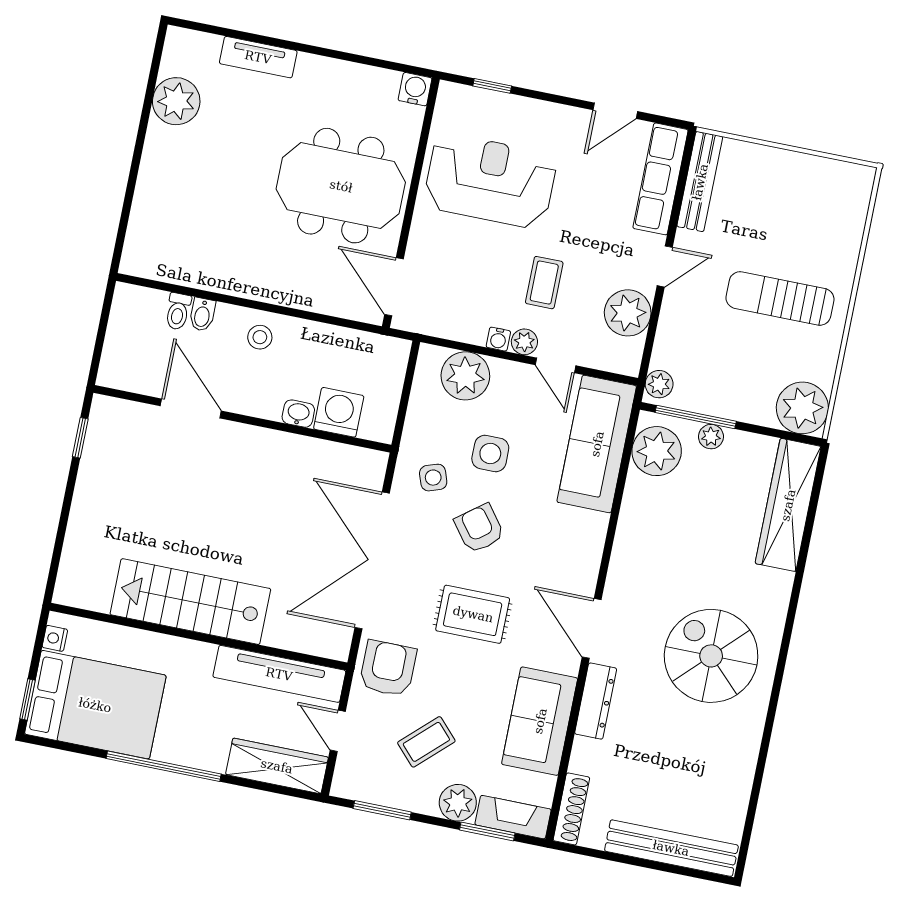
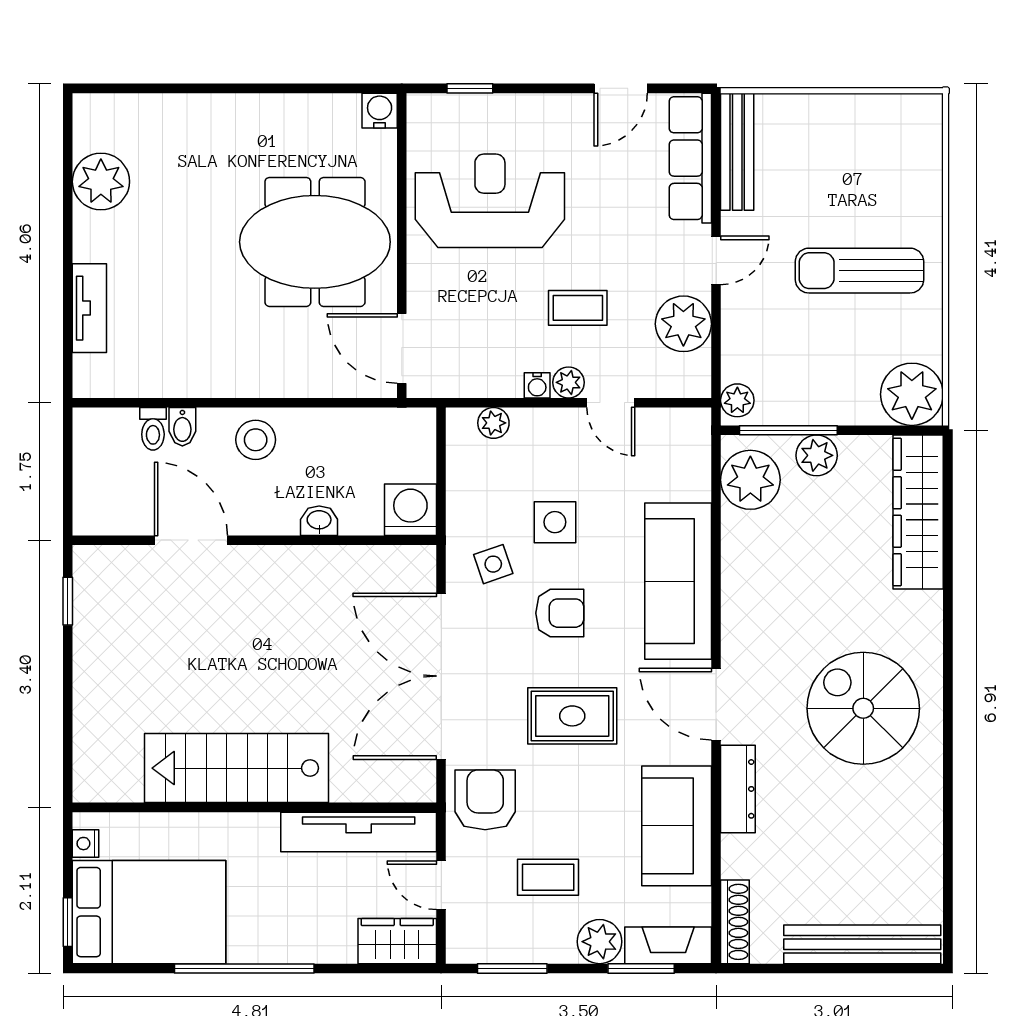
tv unit: (258, 57) -> (89, 308), moved, turned -90
coffee table: (544, 283) -> (578, 308), turned 90
stool: (260, 337) -> (256, 440), width x1.37, depth x1.37
plant: (465, 376) -> (493, 423), width x0.53, depth x0.53
washing machine: (339, 412) -> (410, 510), moved
plant: (711, 437) -> (817, 455), width x1.38, depth x1.38
sofa: (597, 444) -> (678, 581), moved
armchair: (479, 528) -> (560, 613), turned 127
coffee table: (426, 742) -> (548, 877), turned 43
wardrobe: (277, 766) -> (397, 941), width x0.67

